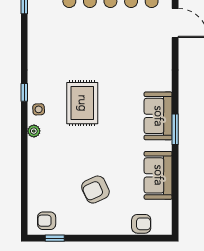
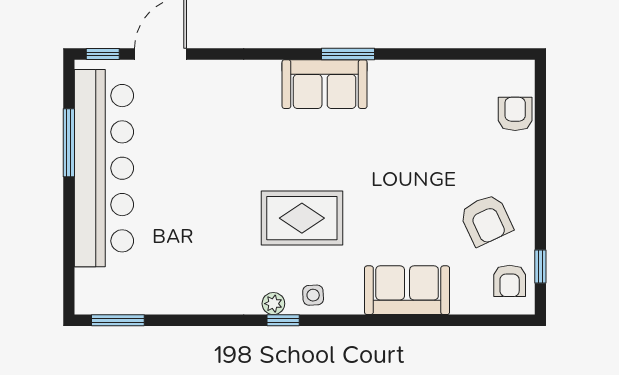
plant: (34, 131) -> (273, 304), moved
sofa: (158, 175) -> (407, 290), moved, turned 180
armchair: (95, 190) -> (486, 220), moved

